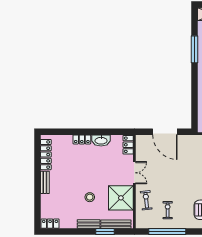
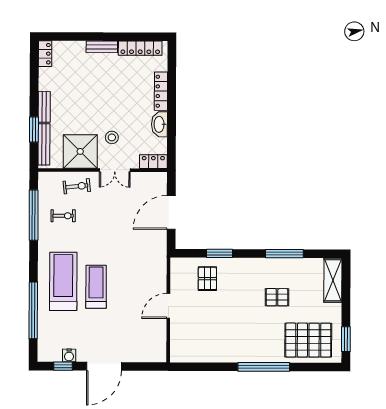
window: (195, 97) -> (219, 253), added
locker: (82, 139) -> (161, 91), width x1.53
stool: (90, 197) -> (112, 137), moved

